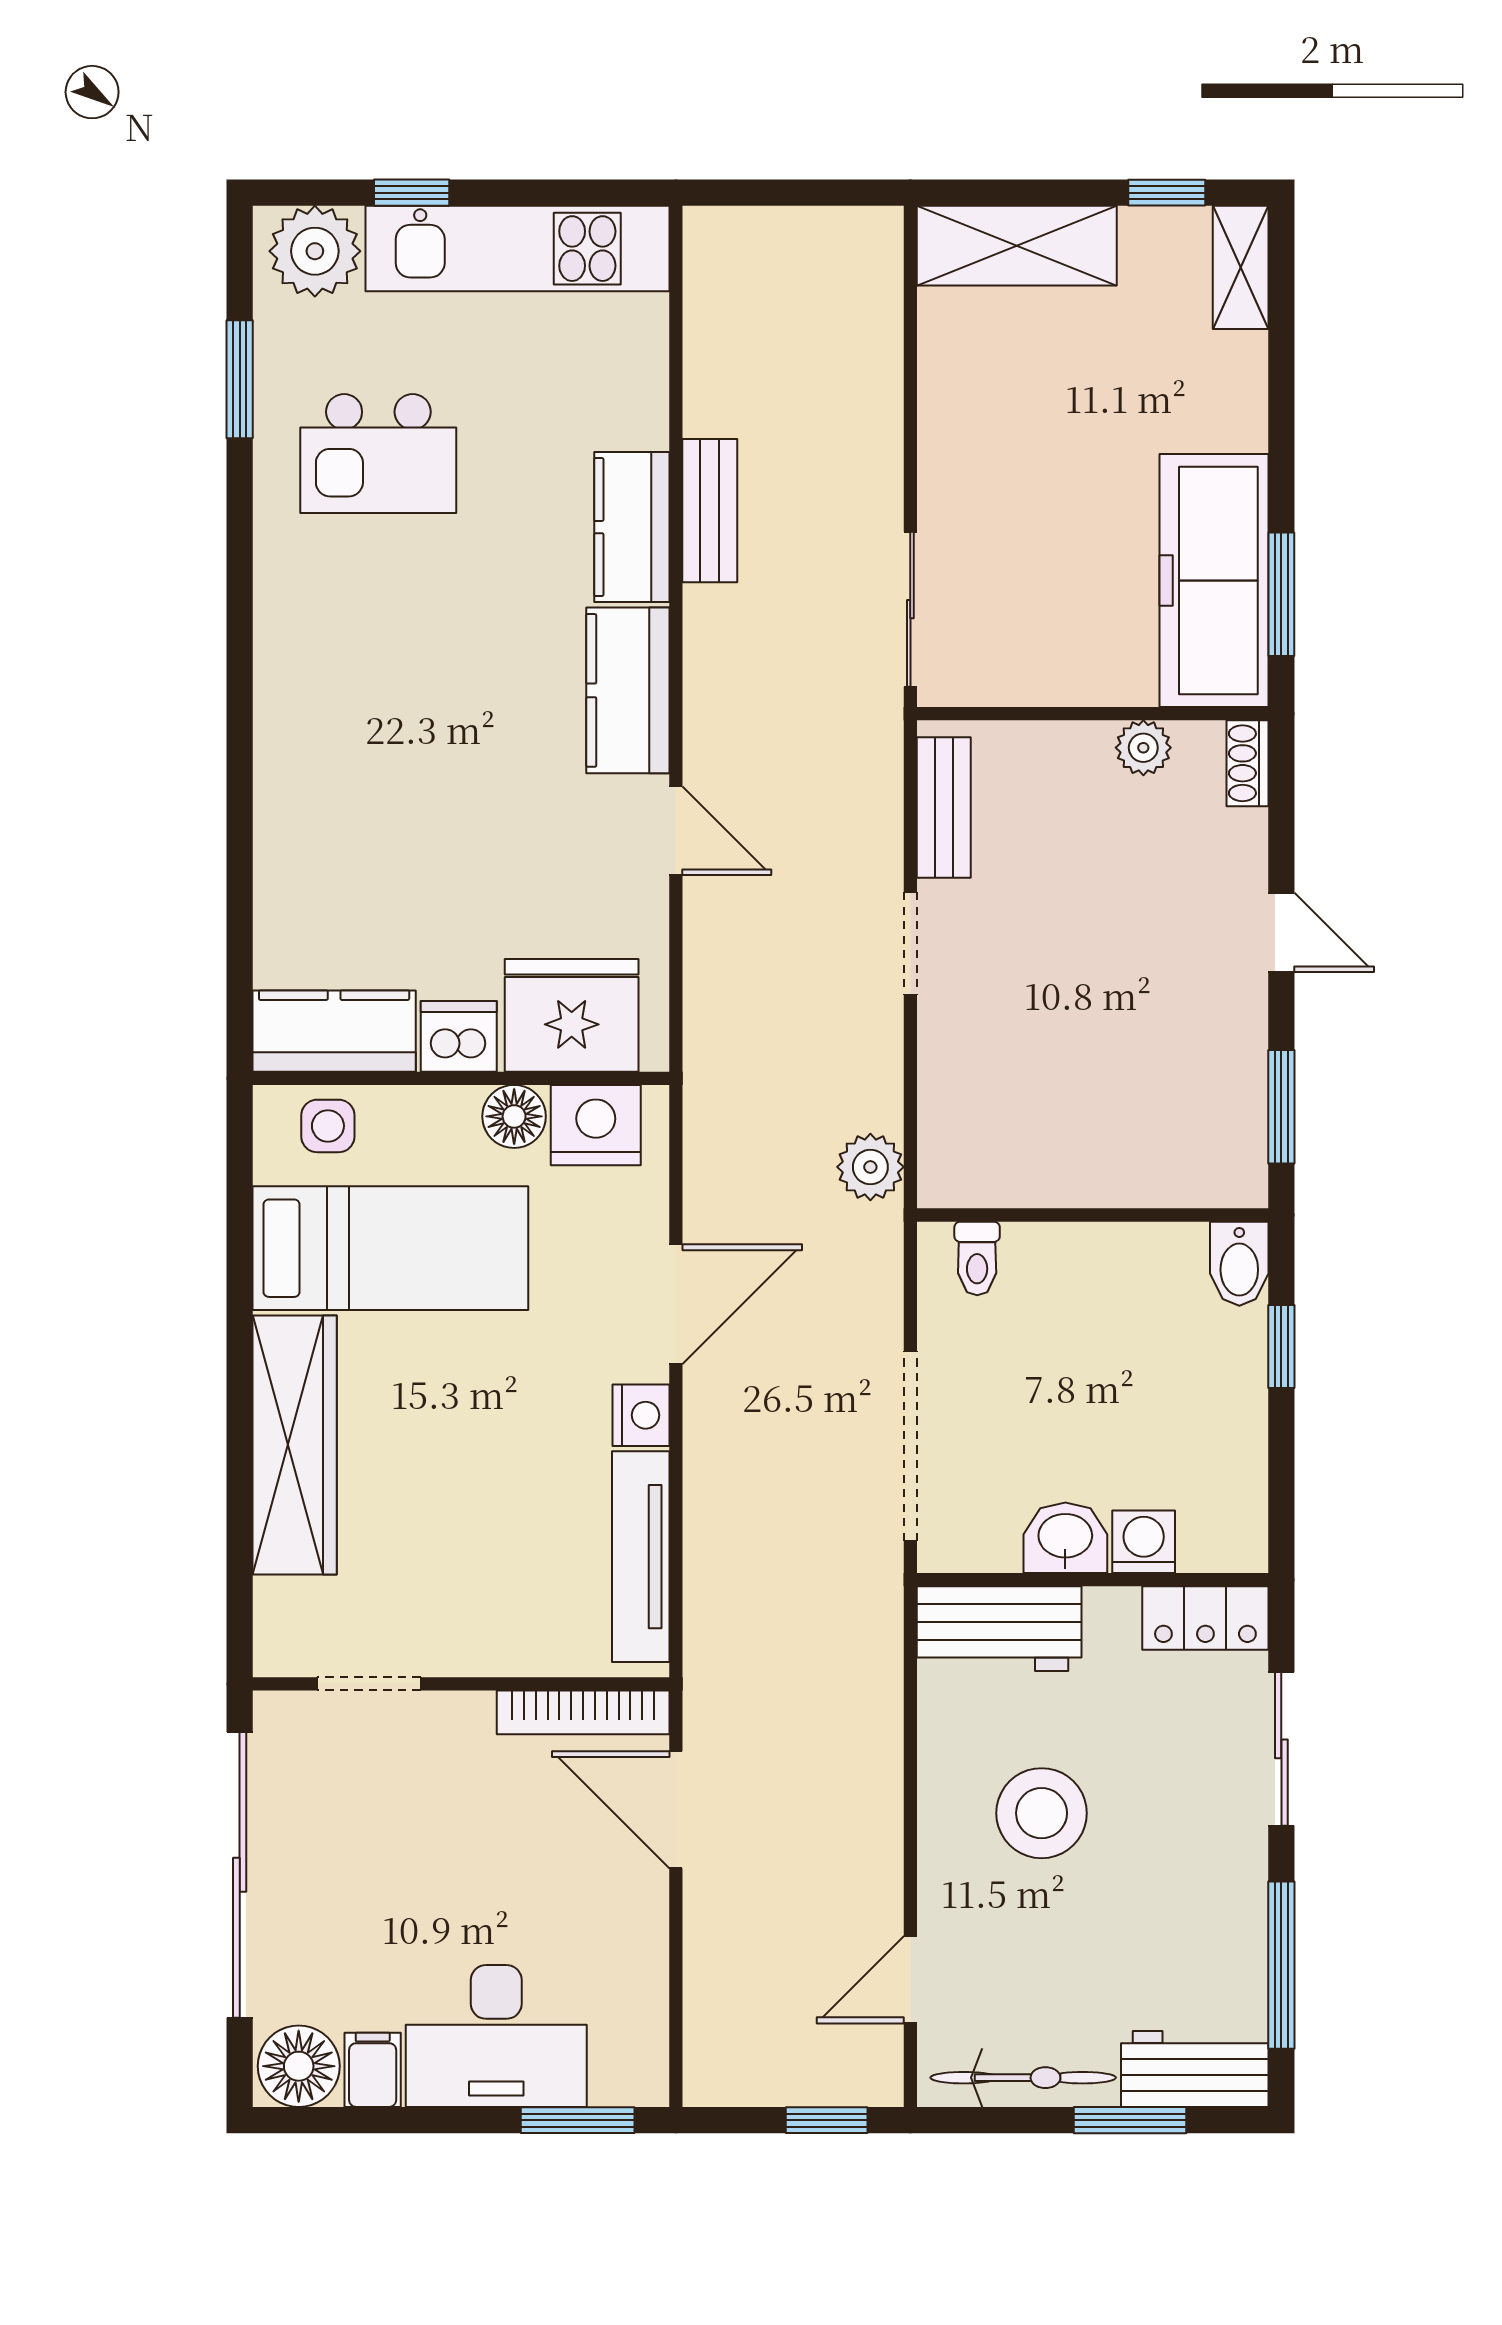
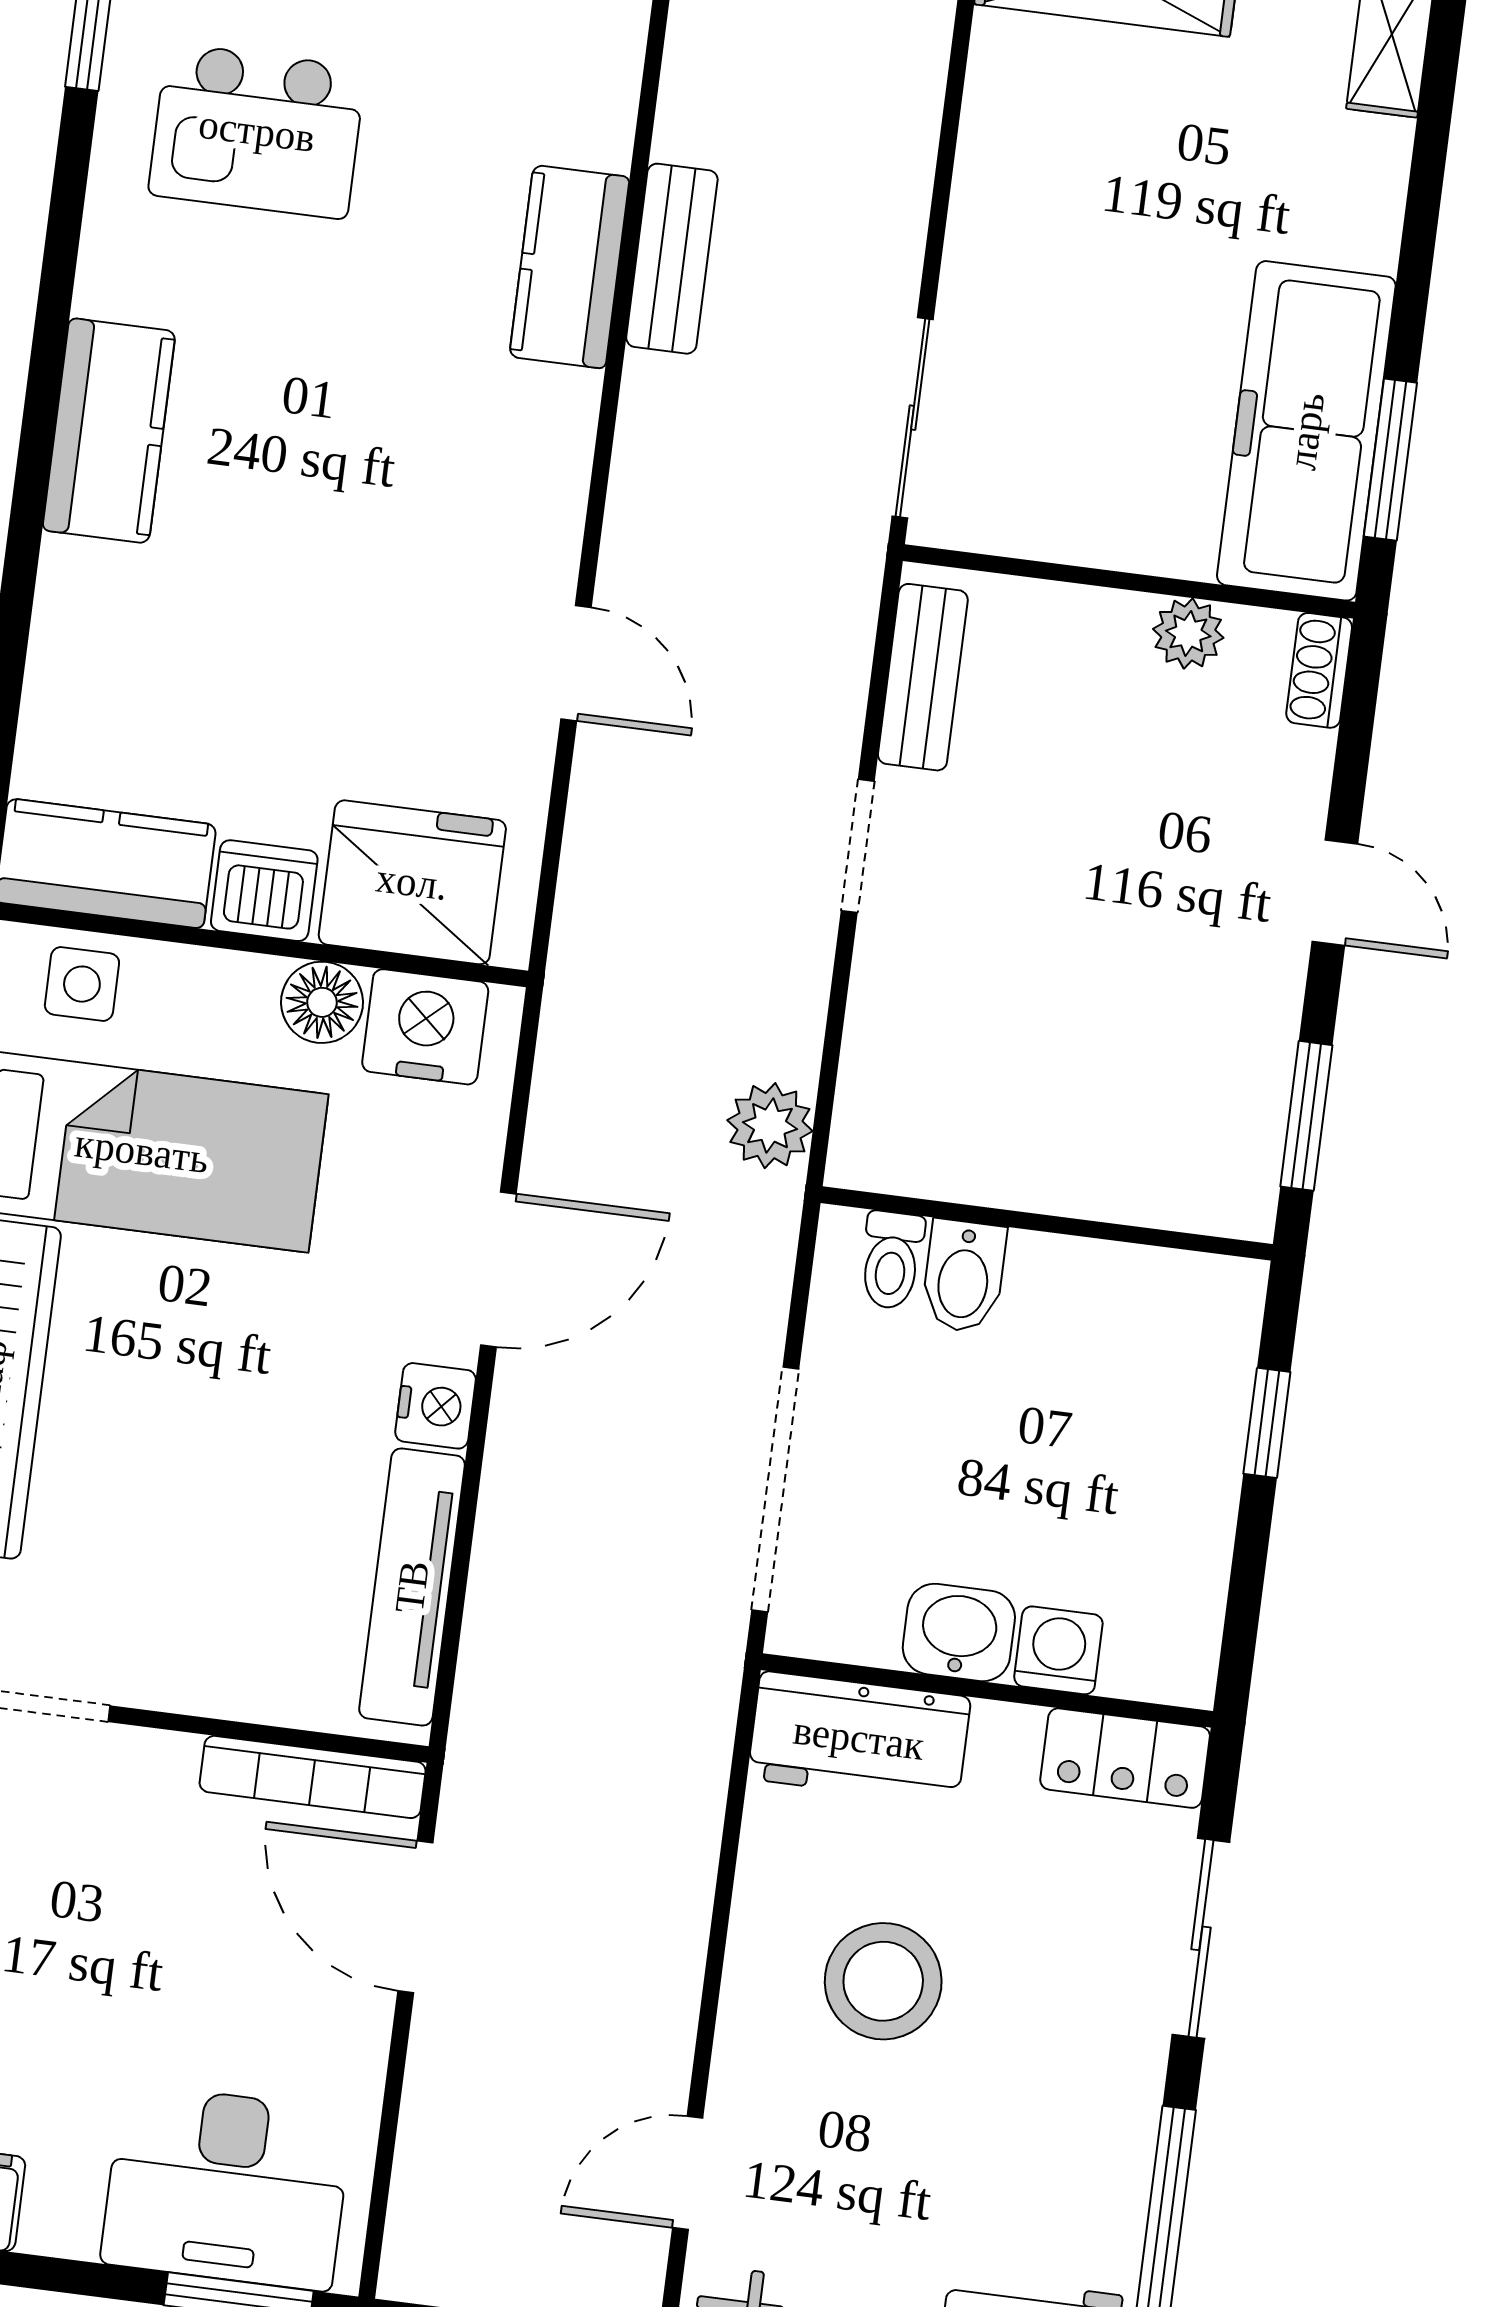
kitchen counter: (628, 690) -> (109, 431), moved, turned 180
bidet: (1239, 1264) -> (964, 1276), moved
desk: (496, 2036) -> (227, 2187), moved

